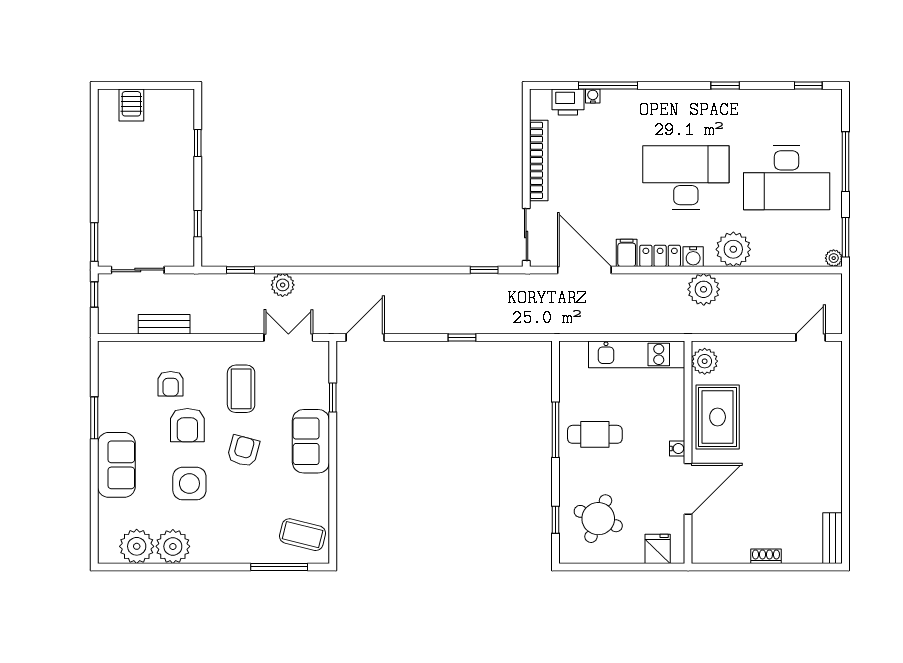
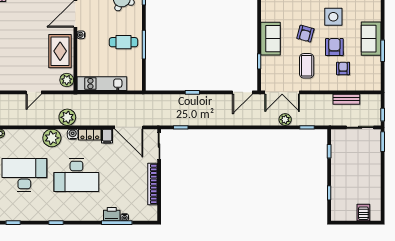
printer: (568, 102) -> (112, 214), moved
double door: (288, 337) -> (282, 92), width x1.37
door: (811, 337) -> (34, 92), moved
sofa: (116, 465) -> (371, 39), moved

